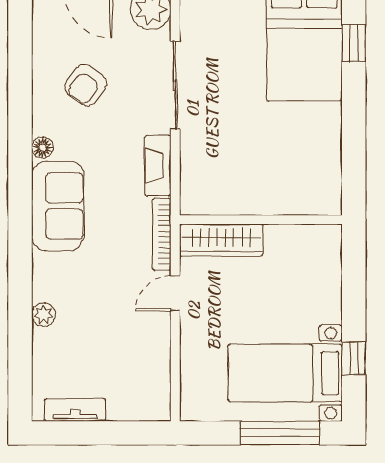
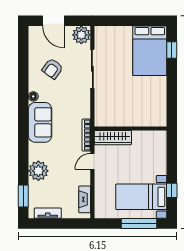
fireplace: (158, 166) -> (85, 199), moved
plant: (44, 315) -> (38, 171), width x1.88, depth x1.88
window: (20, 371) -> (23, 196), added

